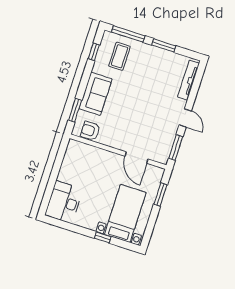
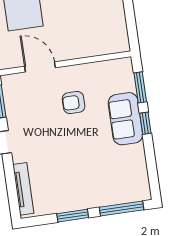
window: (94, 52) -> (145, 123), moved
coffee table: (120, 56) -> (119, 177), removed
armchair: (90, 131) -> (74, 103), moved, turned 180

